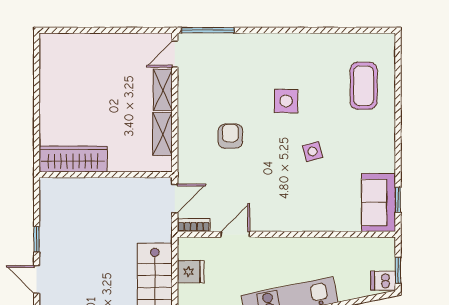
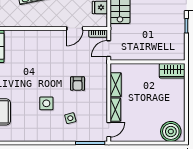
boiler: (64, 51) -> (171, 131), added
side table: (313, 151) -> (70, 118), moved
wardrobe: (73, 159) -> (172, 71), width x0.67

